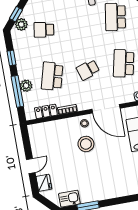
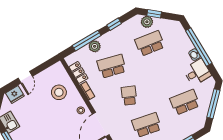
school desk: (44, 30) -> (150, 43), width x1.85
school desk: (88, 70) -> (129, 96), turned 42
stool: (86, 144) -> (59, 92), moved
door: (31, 166) -> (25, 77), hinge flipped

